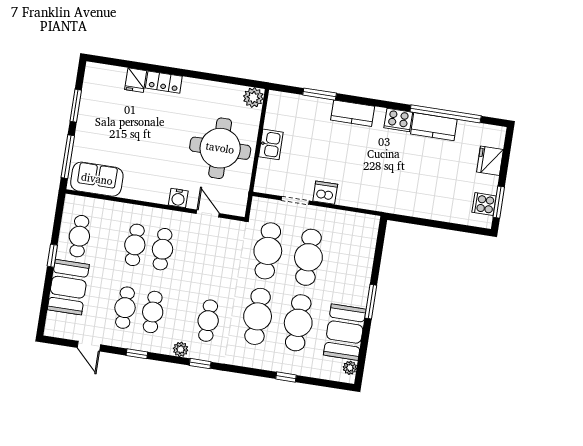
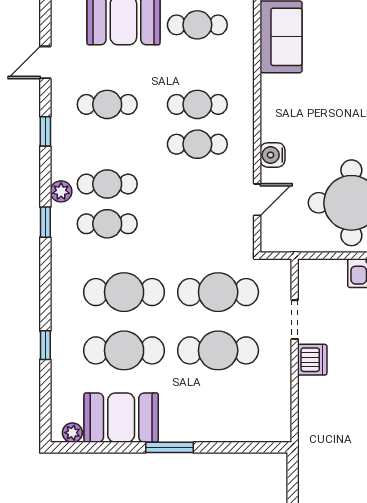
cafe table: (153, 312) -> (107, 184), moved

